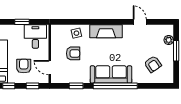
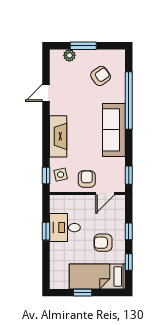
window: (22, 22) -> (46, 231), moved
window: (76, 22) -> (46, 175), added
wall: (50, 54) -> (87, 193), moved
door: (50, 68) -> (105, 193), moved
window: (115, 86) -> (129, 101), moved

